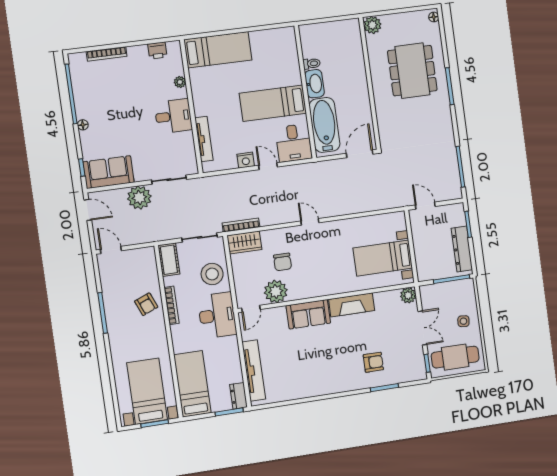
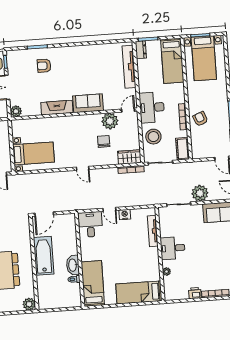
printer: (157, 50) -> (195, 293), moved
bed: (273, 103) -> (93, 283), moved, turned -90
bathtub: (325, 125) -> (44, 256), moved, turned 180
bed with nightstands: (383, 258) -> (33, 153), moved

